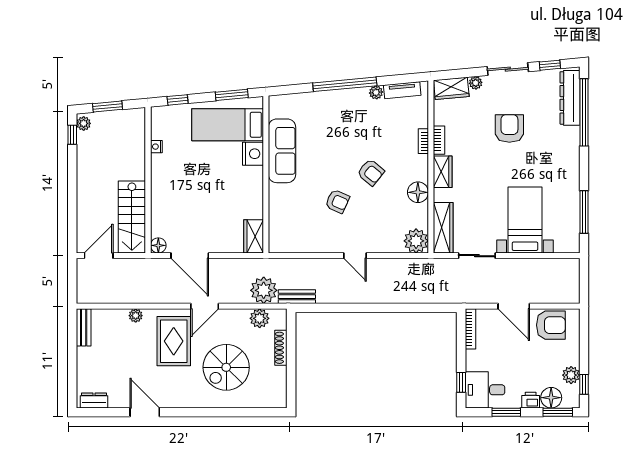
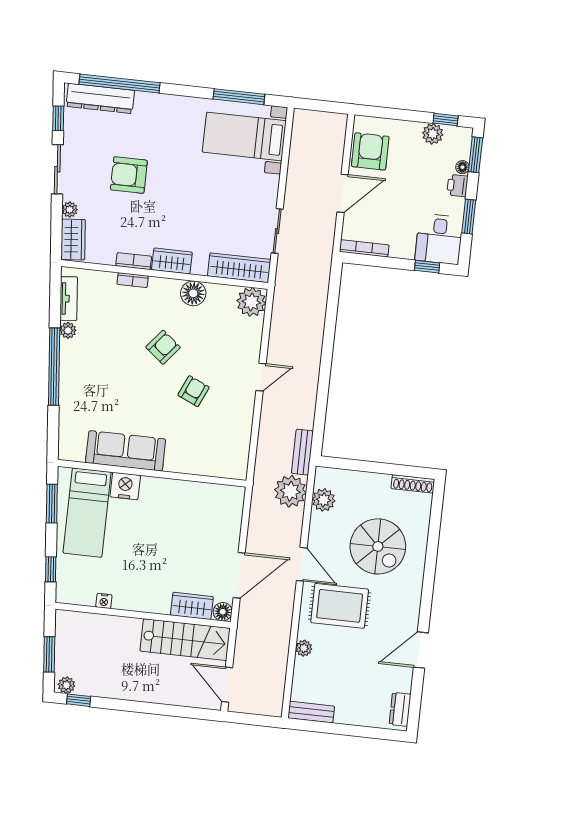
bed with nightstands: (525, 220) -> (244, 136), moved
wardrobe: (254, 236) -> (192, 606), moved, turned 180
shoe rack: (281, 348) -> (413, 484), moved
floor lamp: (551, 398) -> (462, 167), width x0.53, depth x0.53

